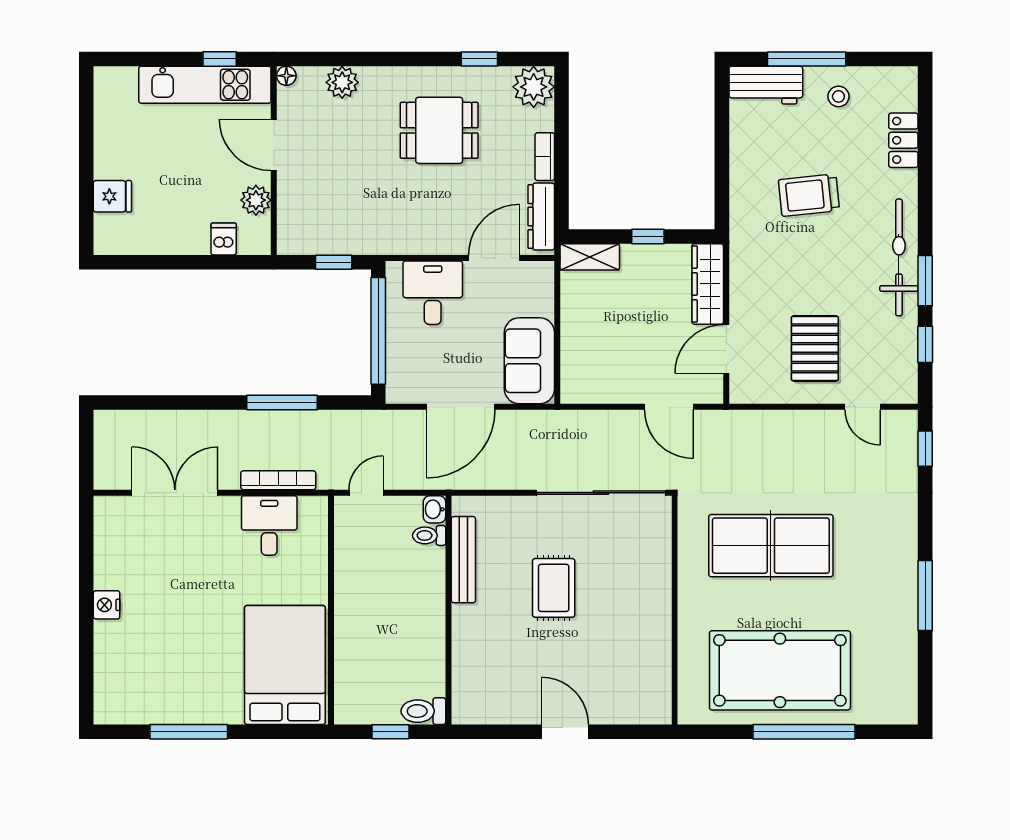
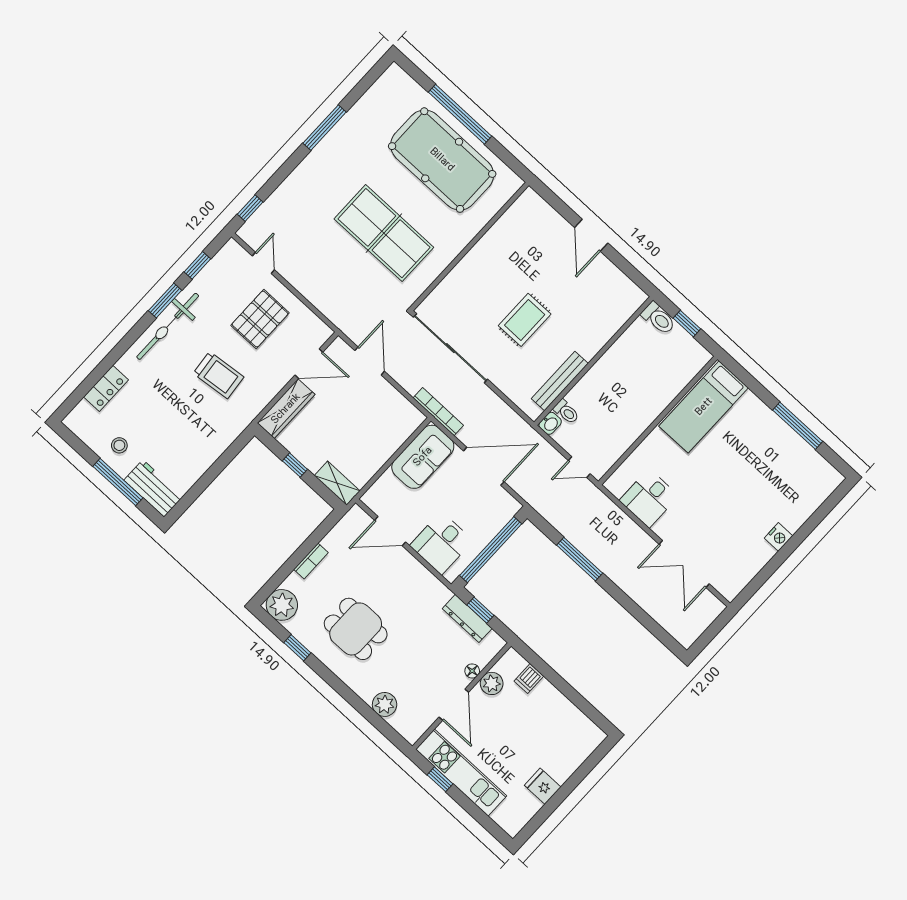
floor lamp: (286, 76) -> (472, 671), moved
trolley: (809, 195) -> (219, 375), moved
fridge: (112, 196) -> (543, 786), moved
dresser: (541, 217) -> (467, 618), moved, turned 90
bookcase: (278, 480) -> (438, 412), moved, turned 180
bed: (285, 665) -> (704, 407), width x0.67

